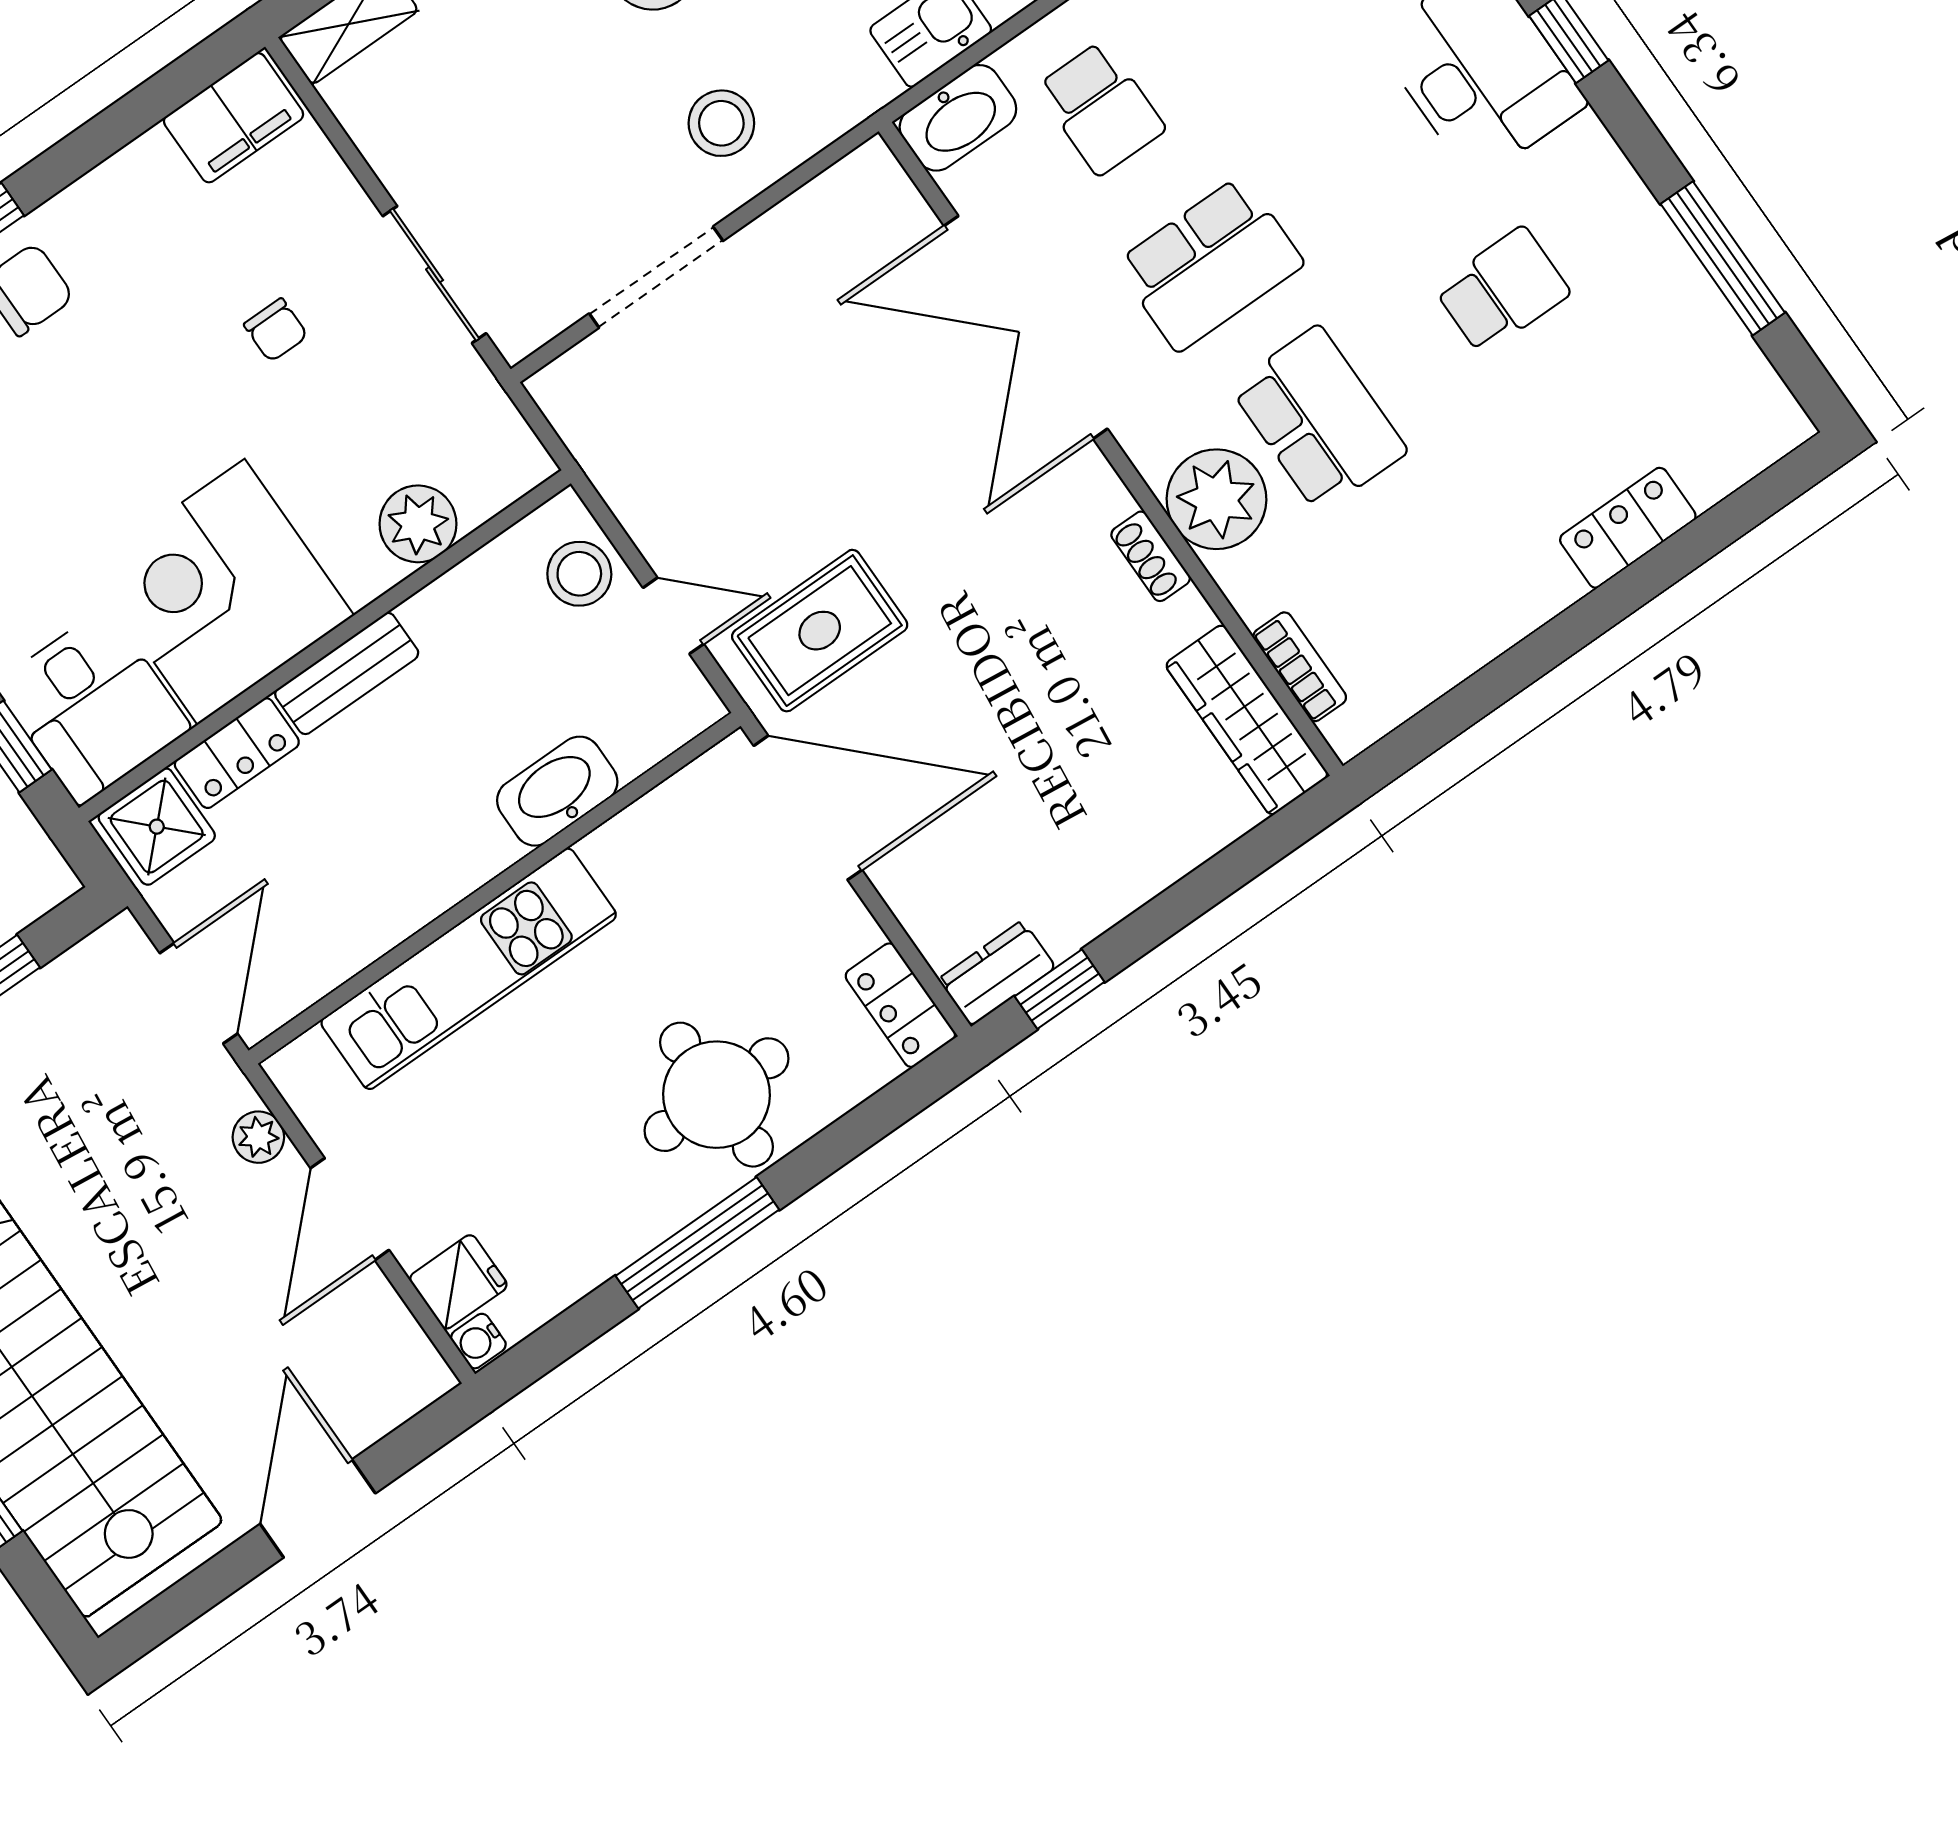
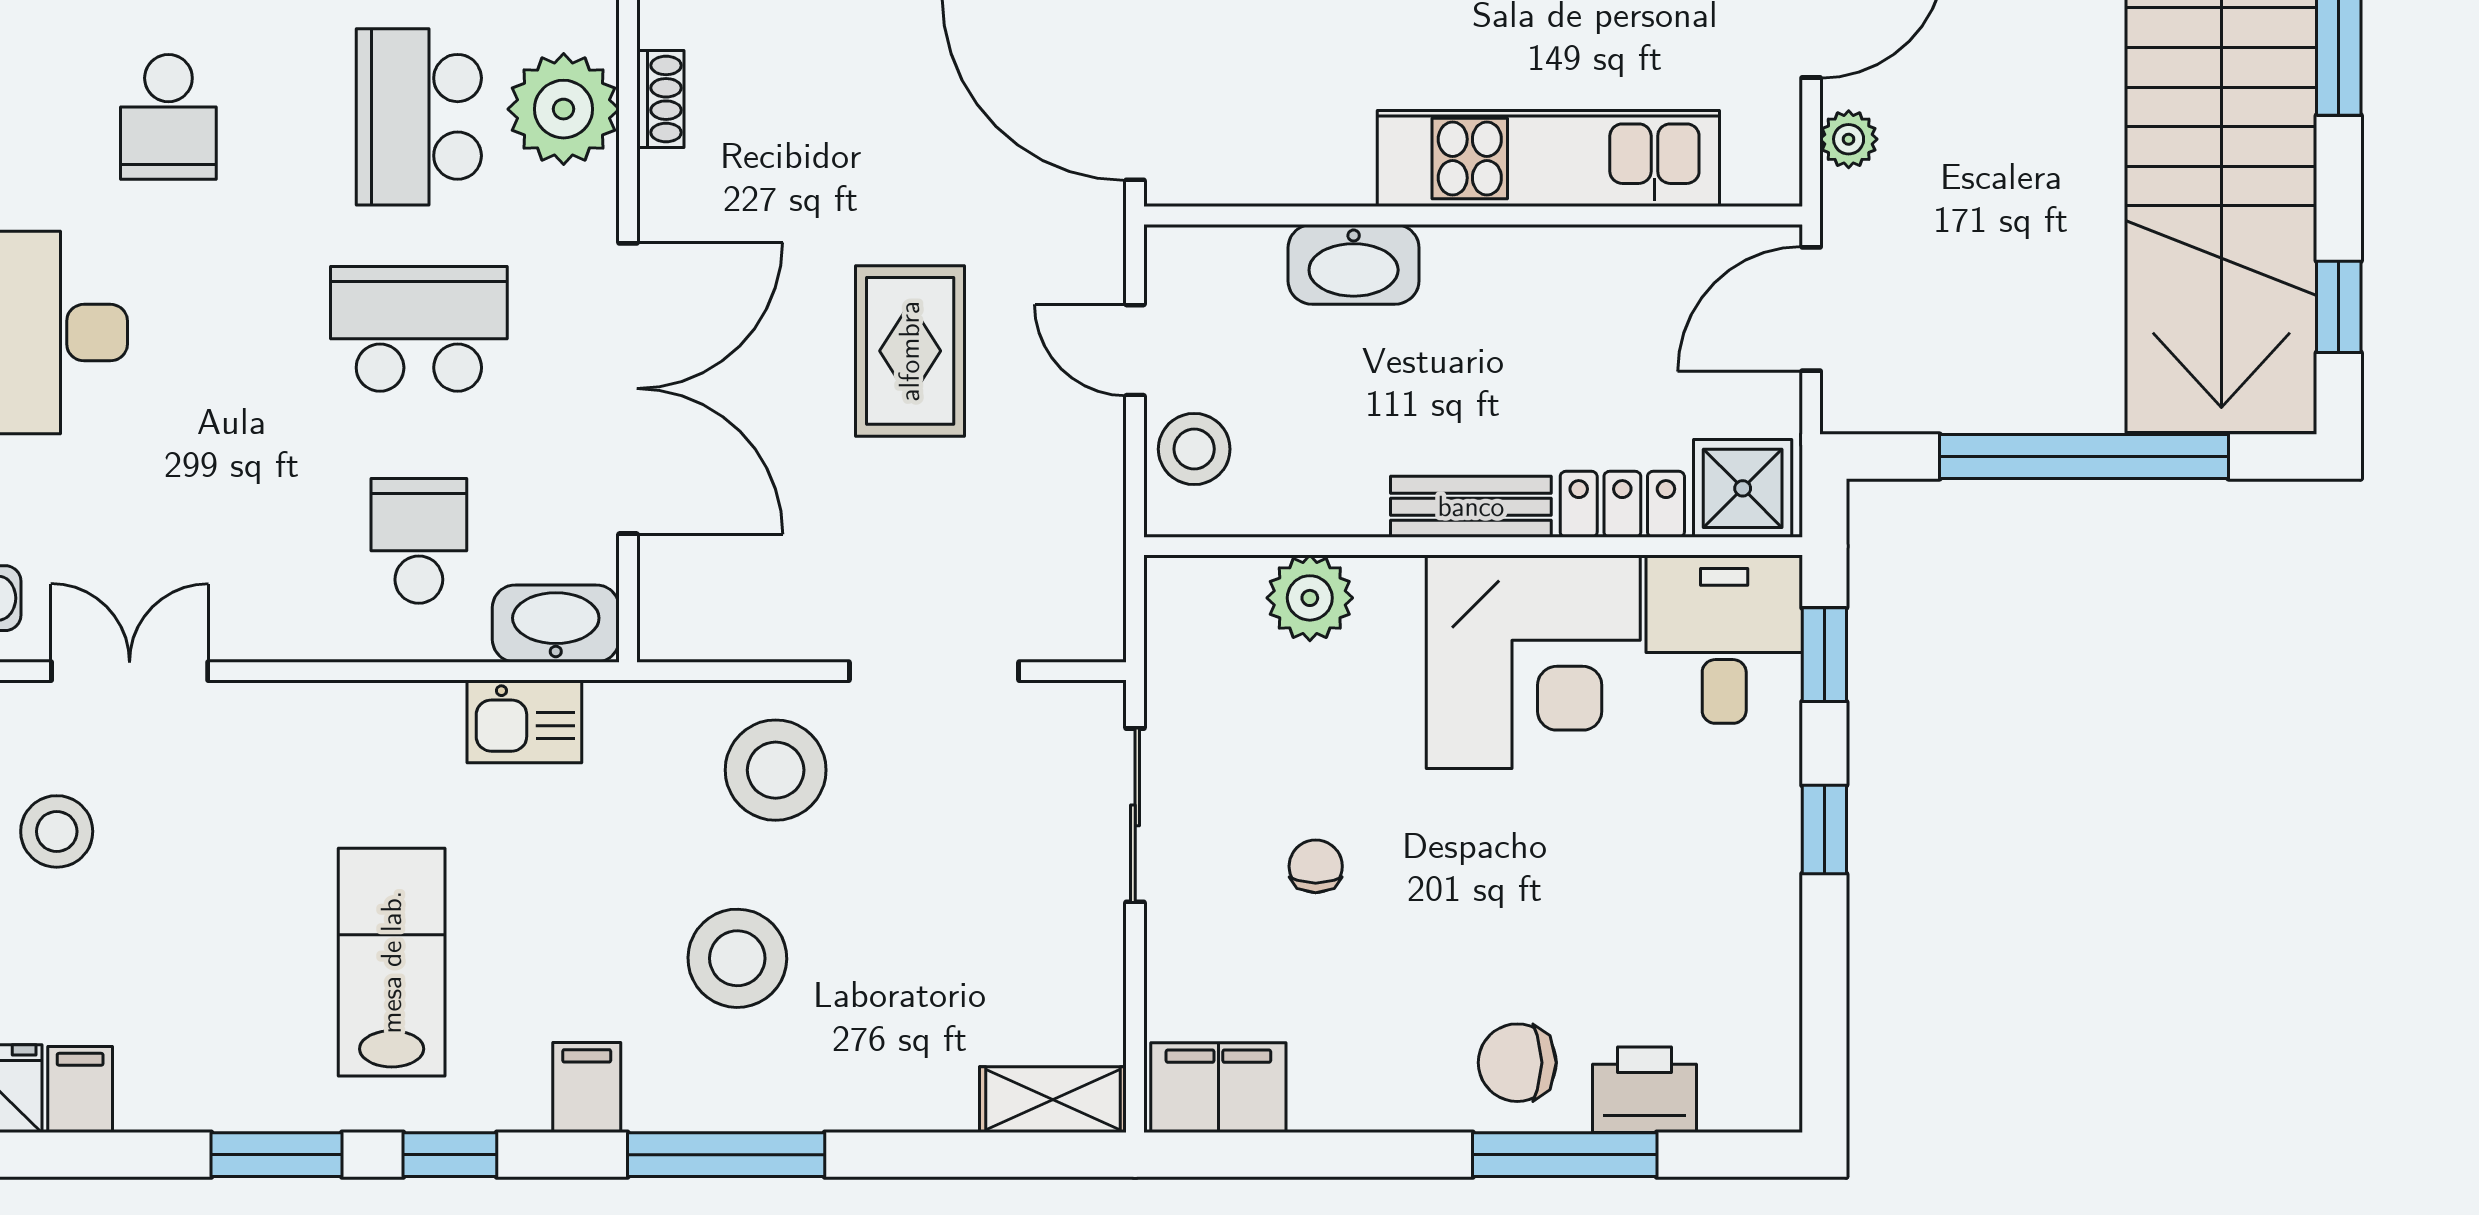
stool: (721, 123) -> (776, 770), width x1.38, depth x1.38
school desk: (1502, 291) -> (168, 117), turned -90
rug: (820, 631) -> (910, 351), moved, turned 90

